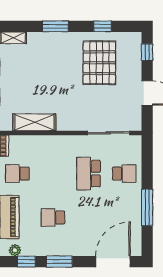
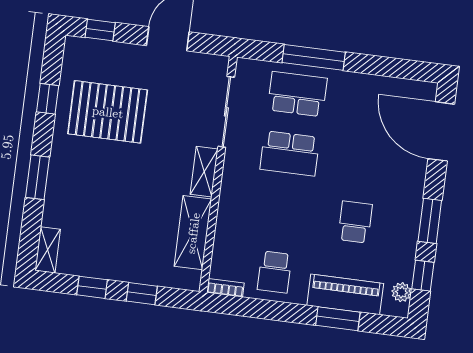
shelving: (71, 124) -> (204, 172), added
school desk: (124, 174) -> (297, 94), width x1.85
window: (147, 207) -> (314, 57), moved
school desk: (53, 217) -> (355, 222), turned 180

